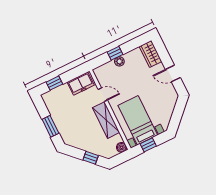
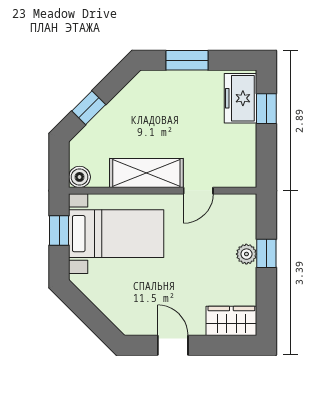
door: (173, 73) -> (173, 345), hinge flipped
freezer: (81, 84) -> (241, 98), moved

